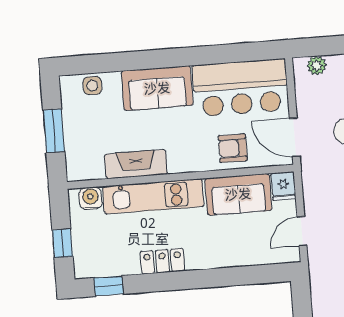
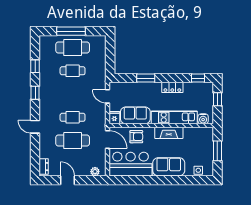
fireplace: (136, 164) -> (169, 133), moved
door: (302, 231) -> (108, 96), swing flipped
window: (222, 277) -> (146, 78), added

